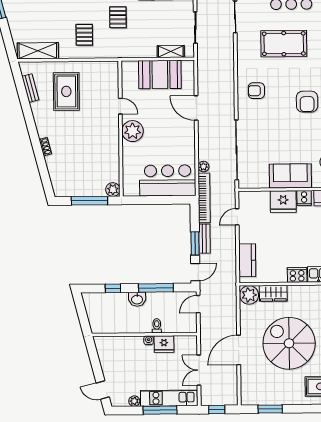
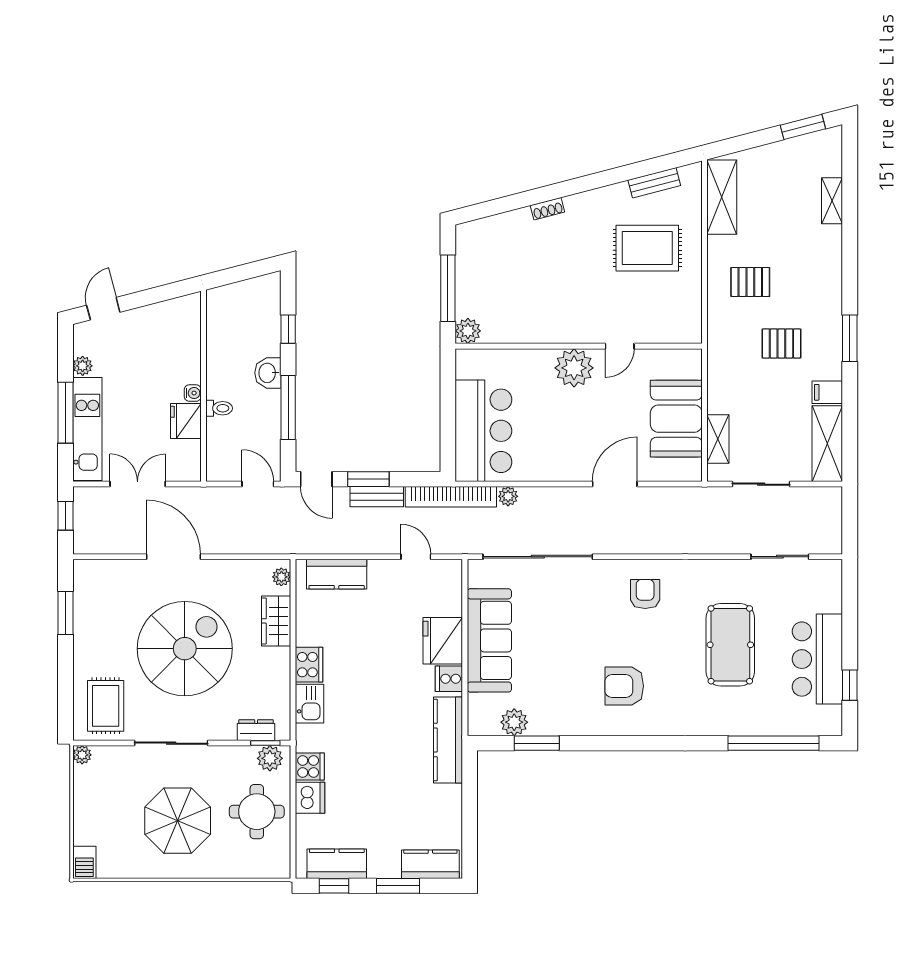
sofa: (290, 176) -> (489, 640), width x1.36
plant: (249, 295) -> (281, 577), width x0.53, depth x0.53

